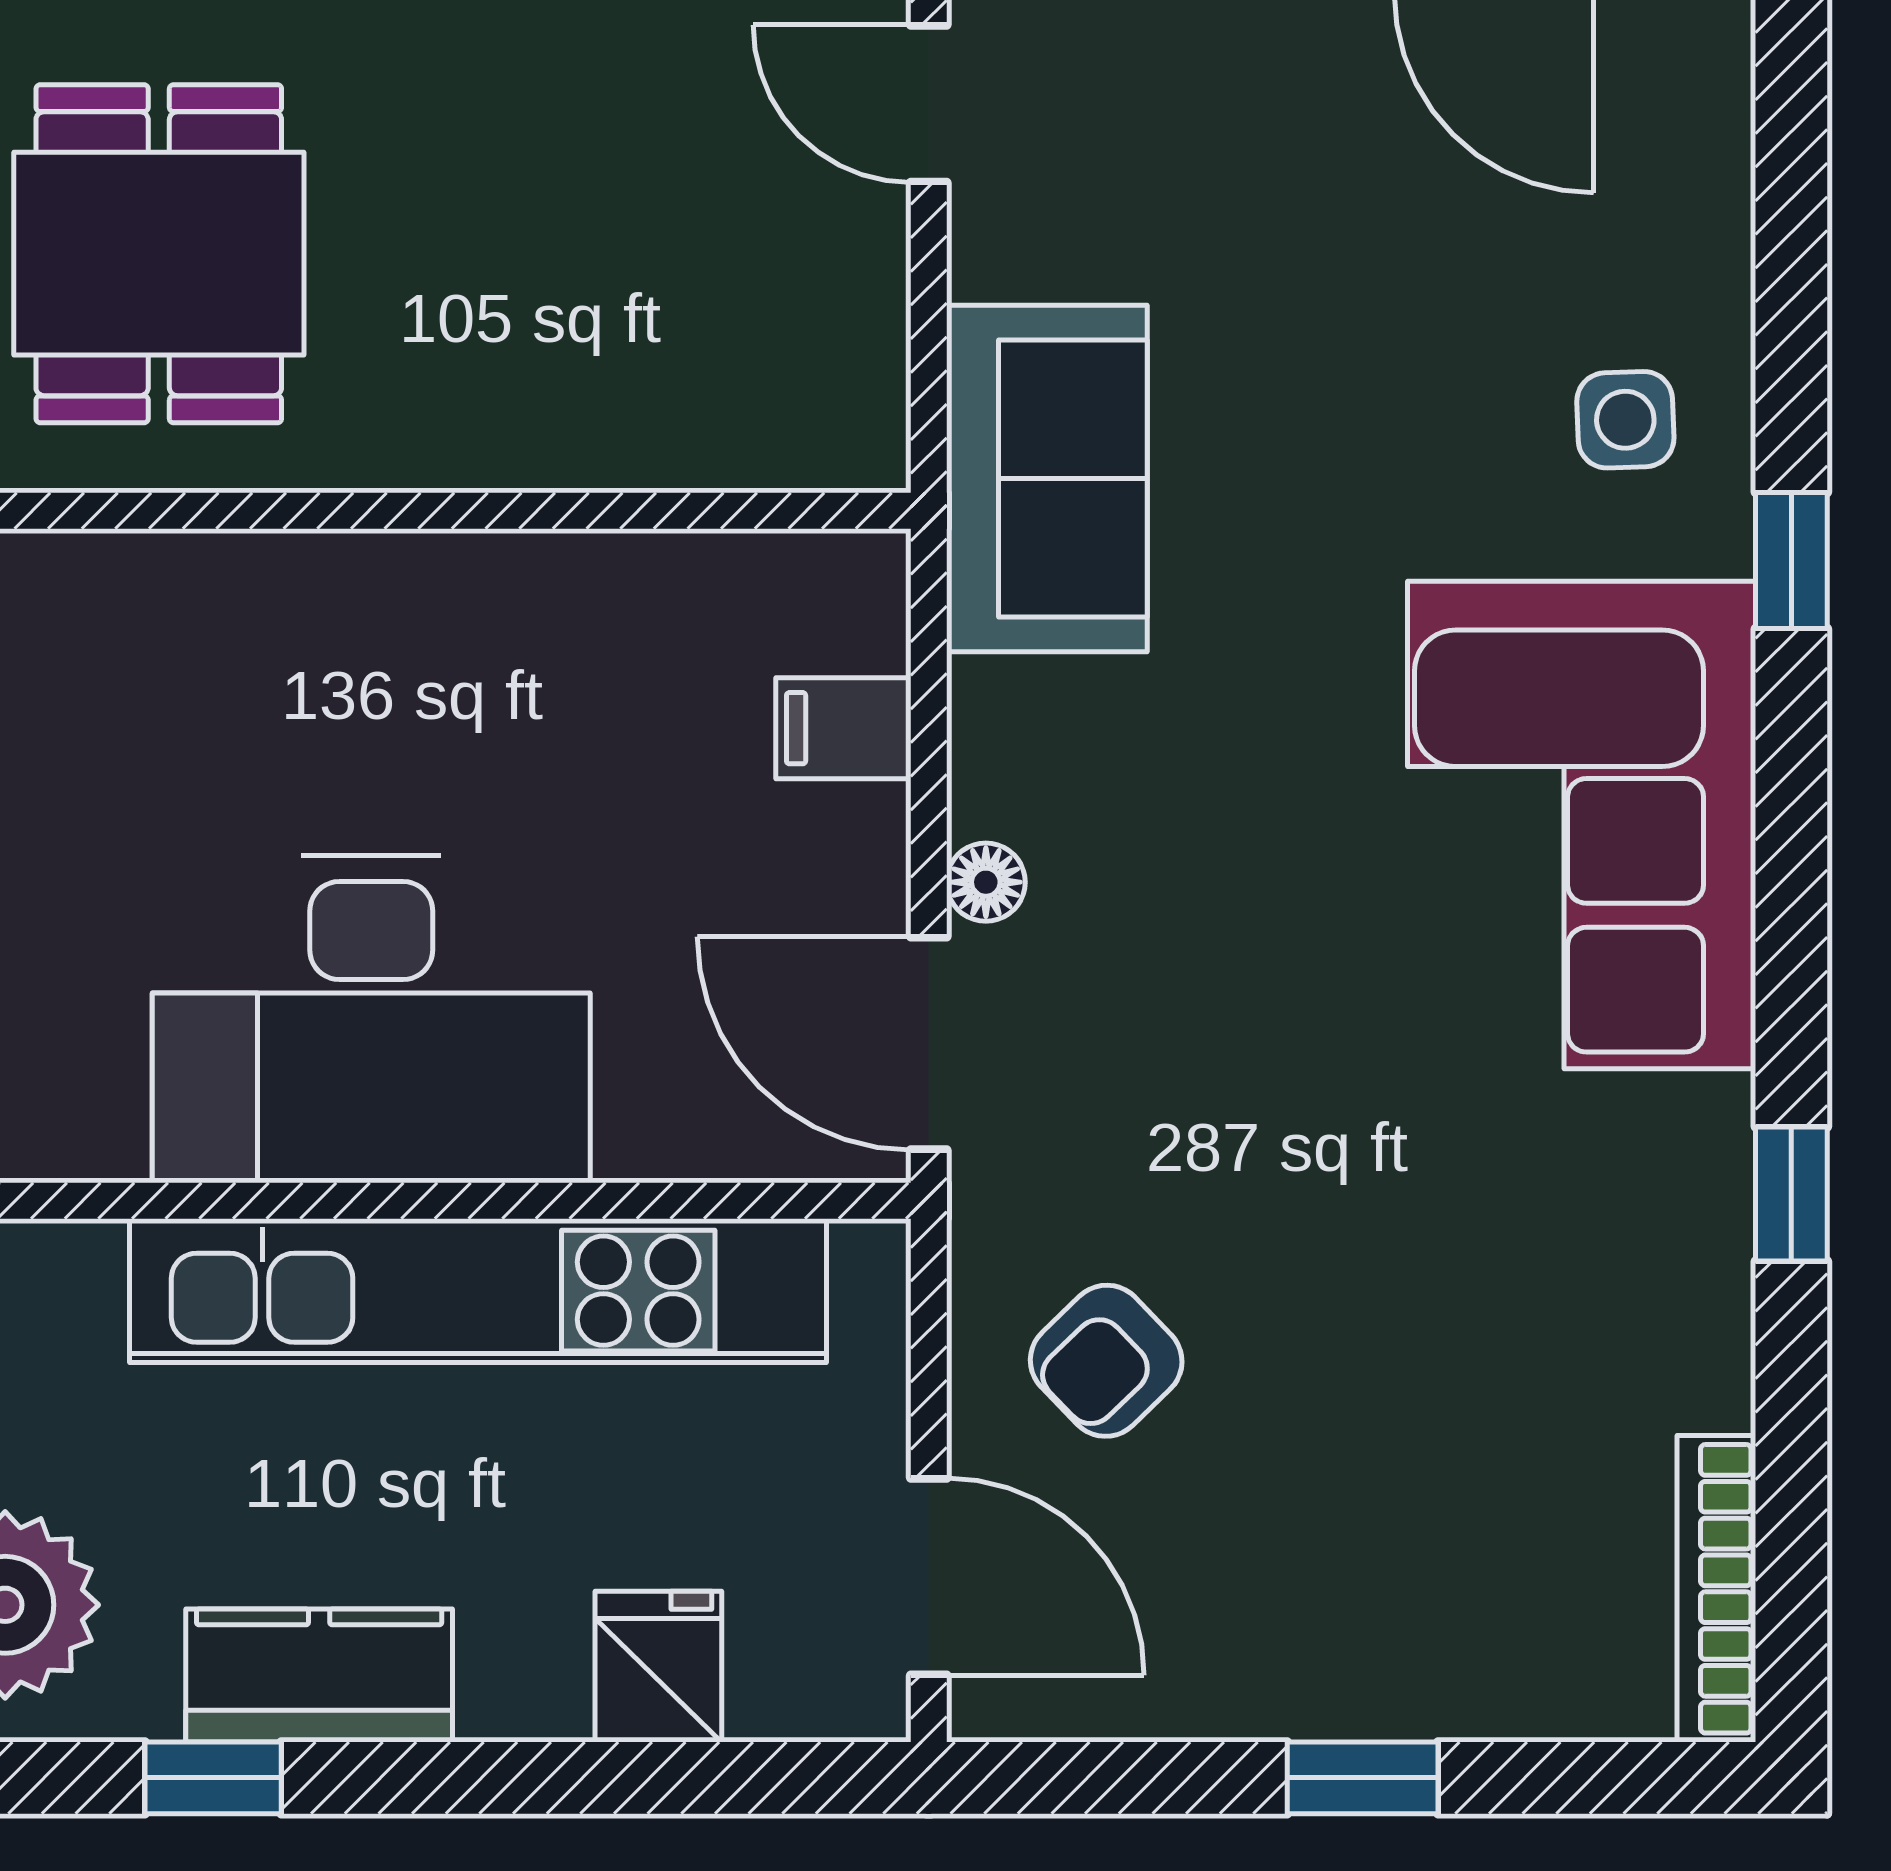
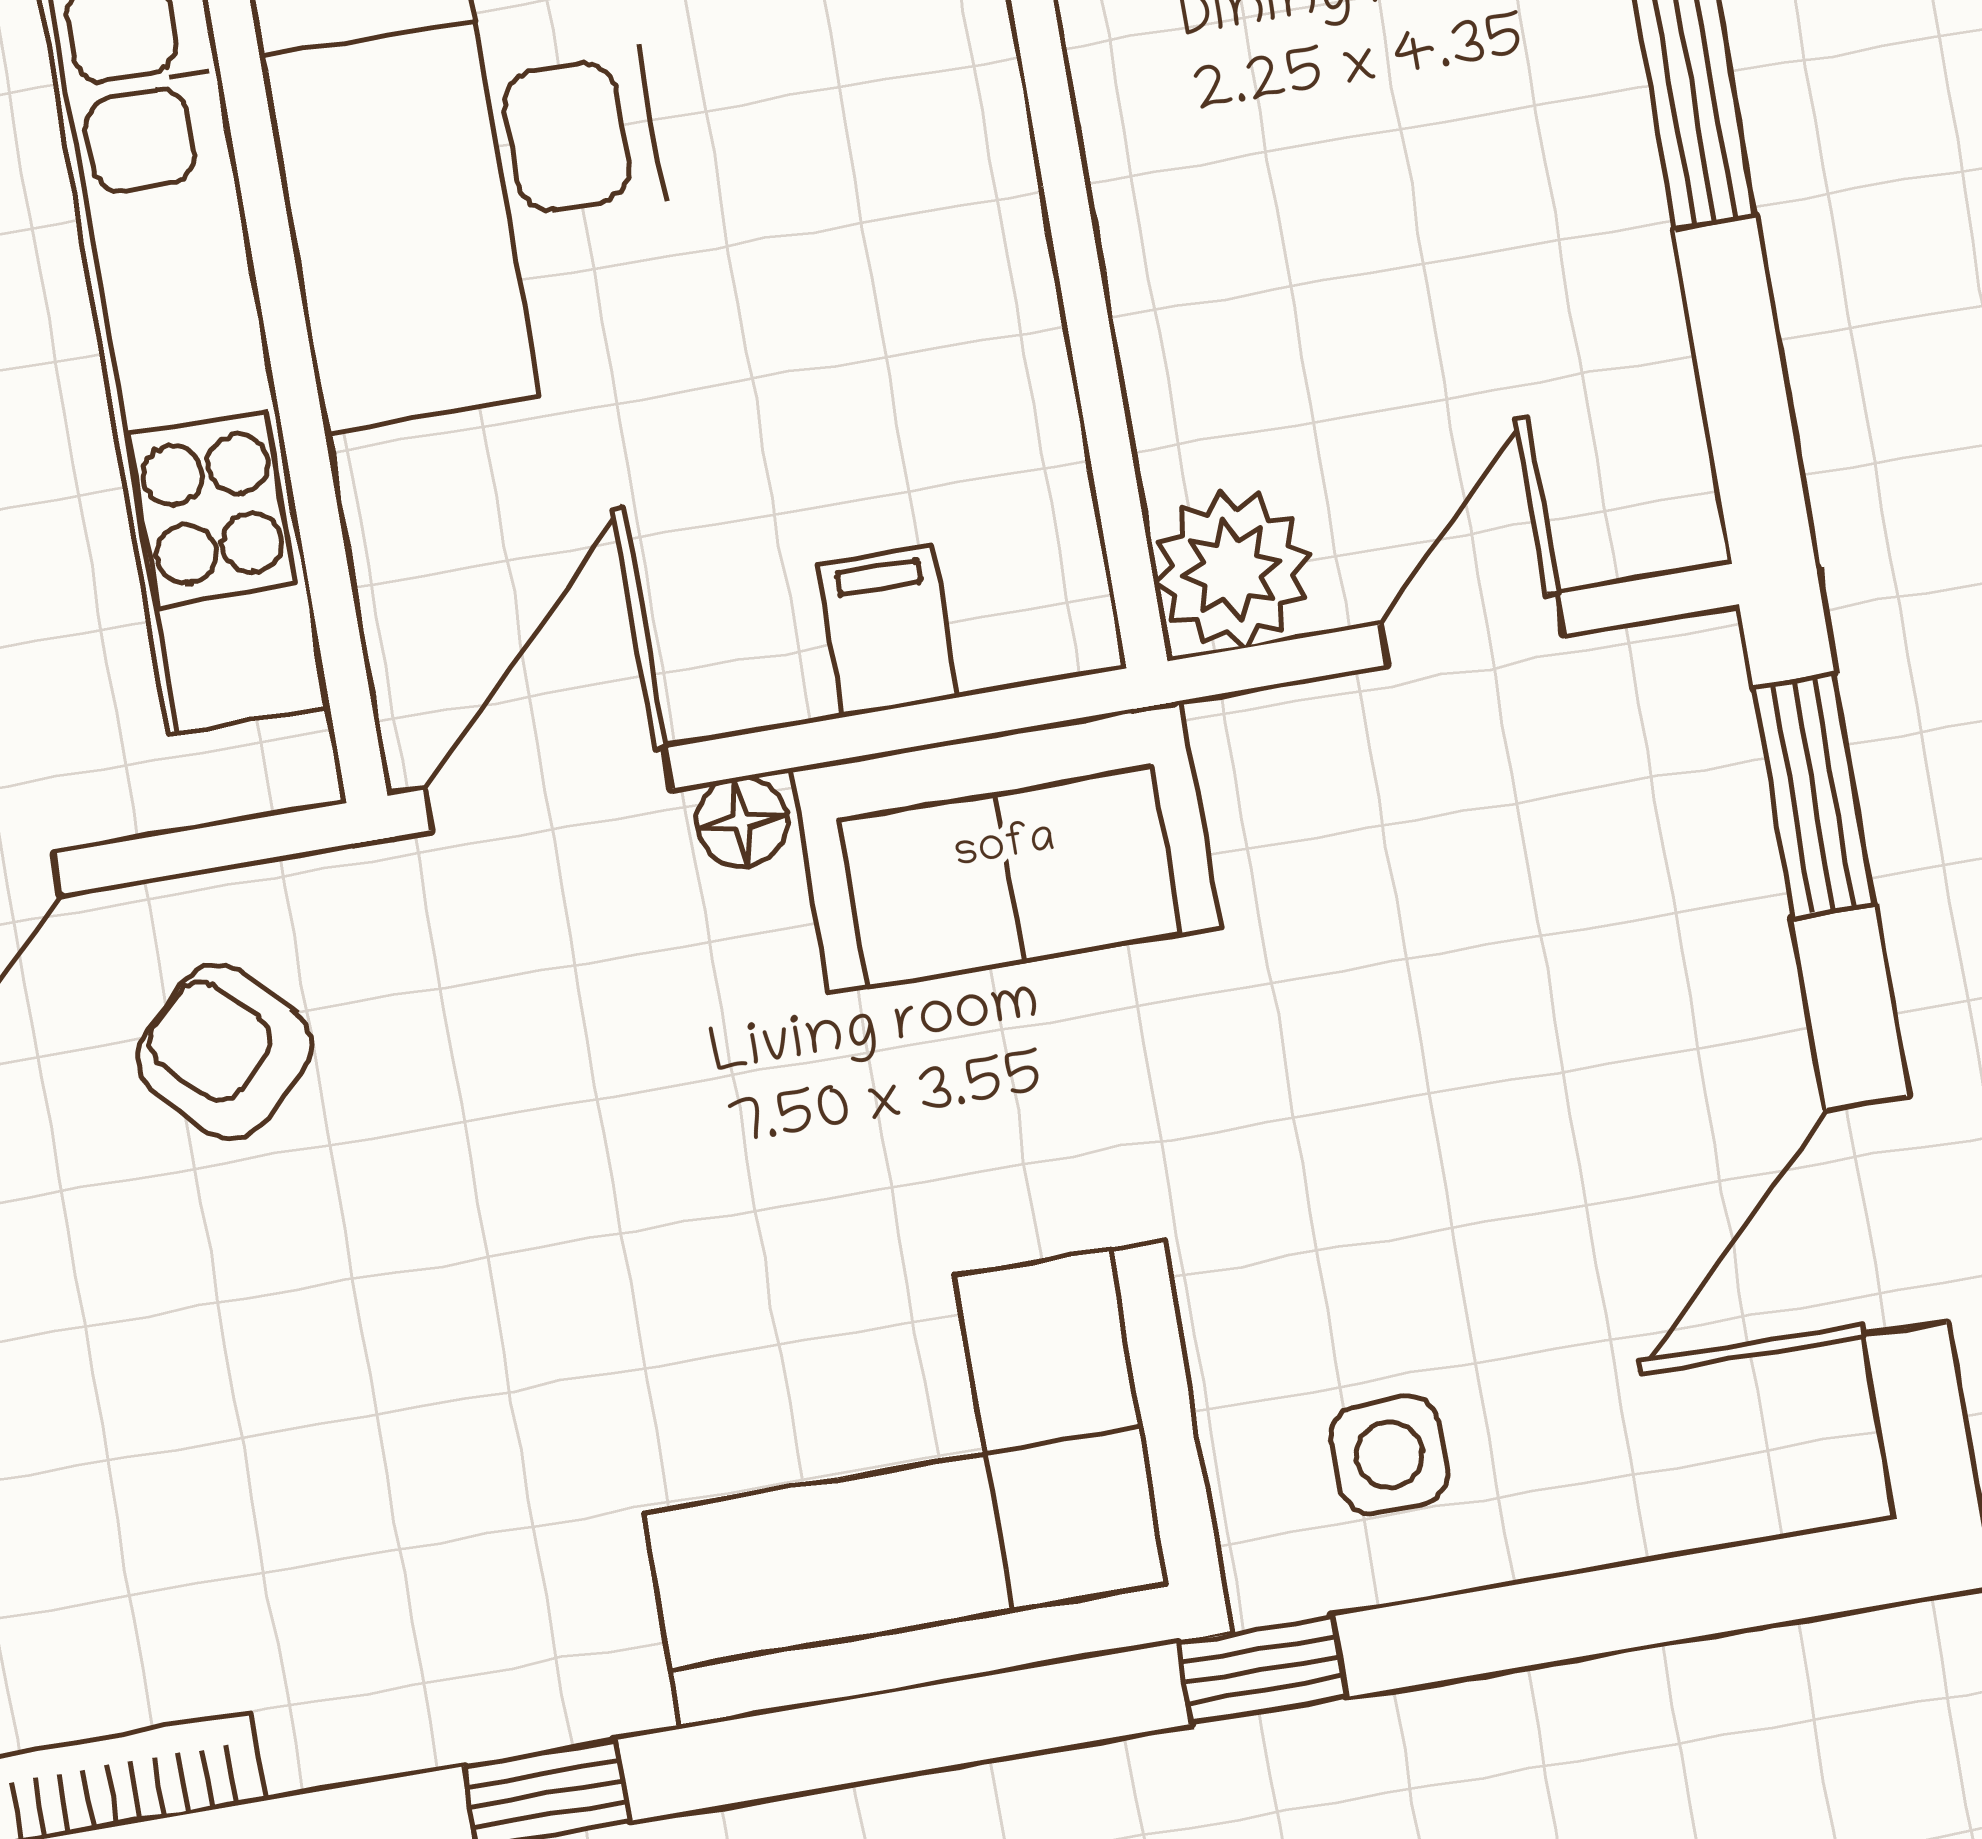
door: (929, 104) -> (1472, 629), moved
plant: (842, 424) -> (1232, 570), added
sofa: (1047, 478) -> (1005, 848), moved

